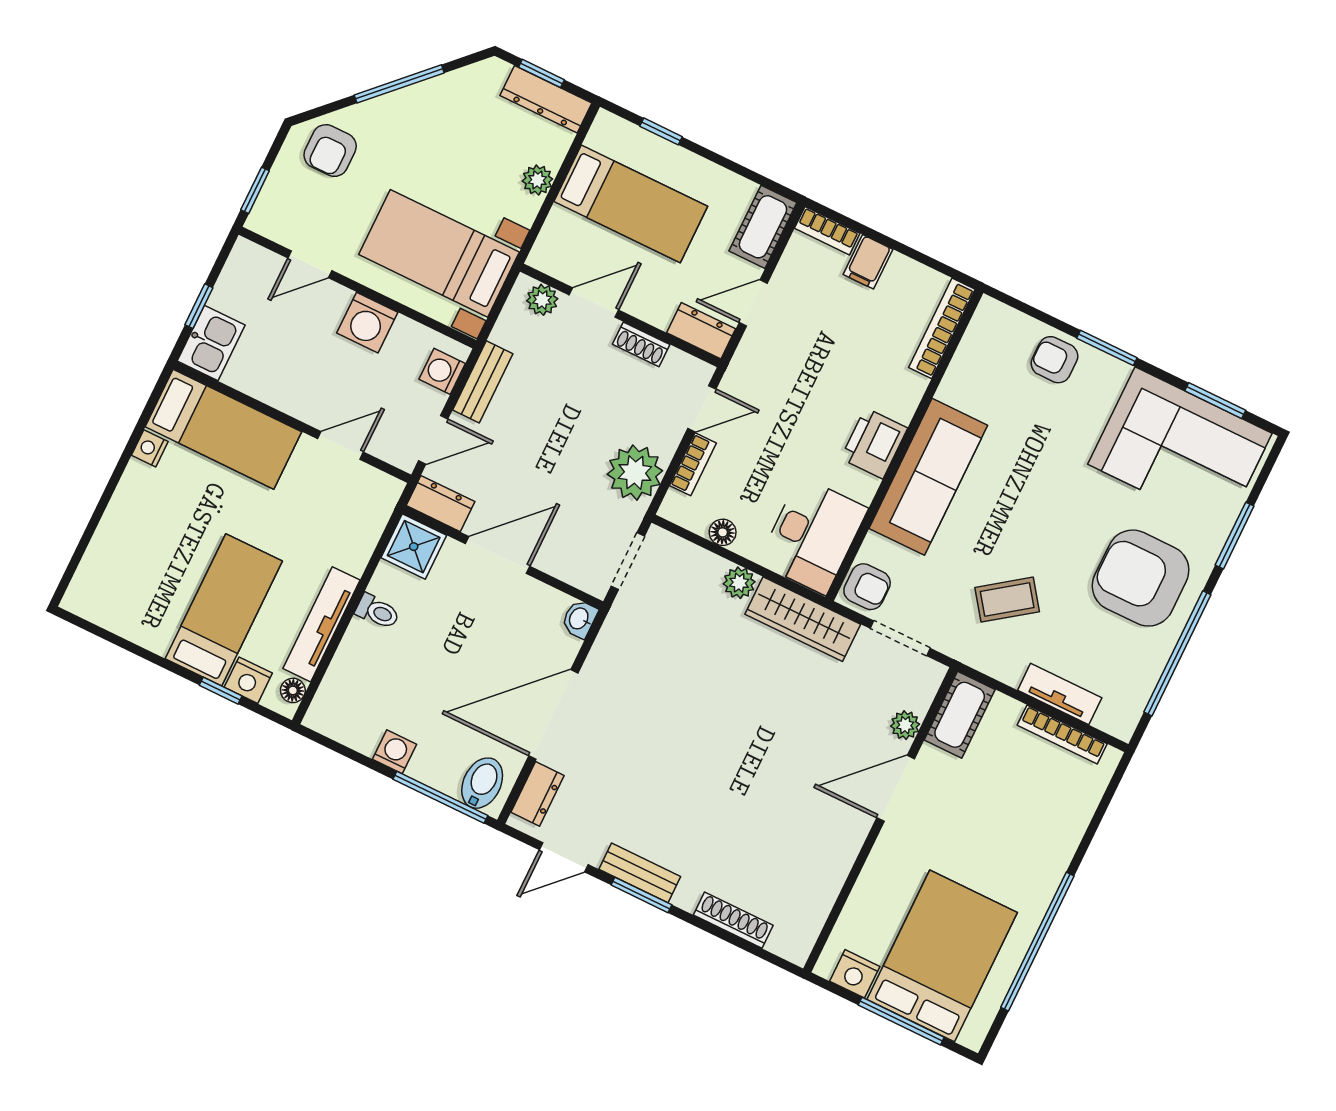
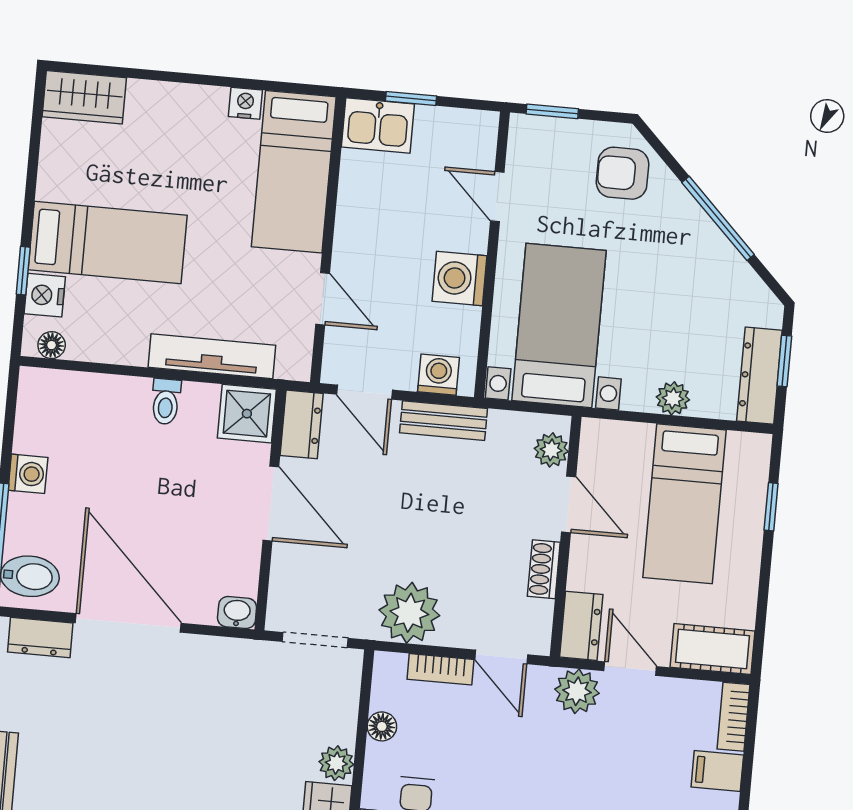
plant: (755, 355) -> (577, 691), added
wardrobe: (93, 583) -> (84, 97), added
tv unit: (322, 624) -> (212, 356), moved

